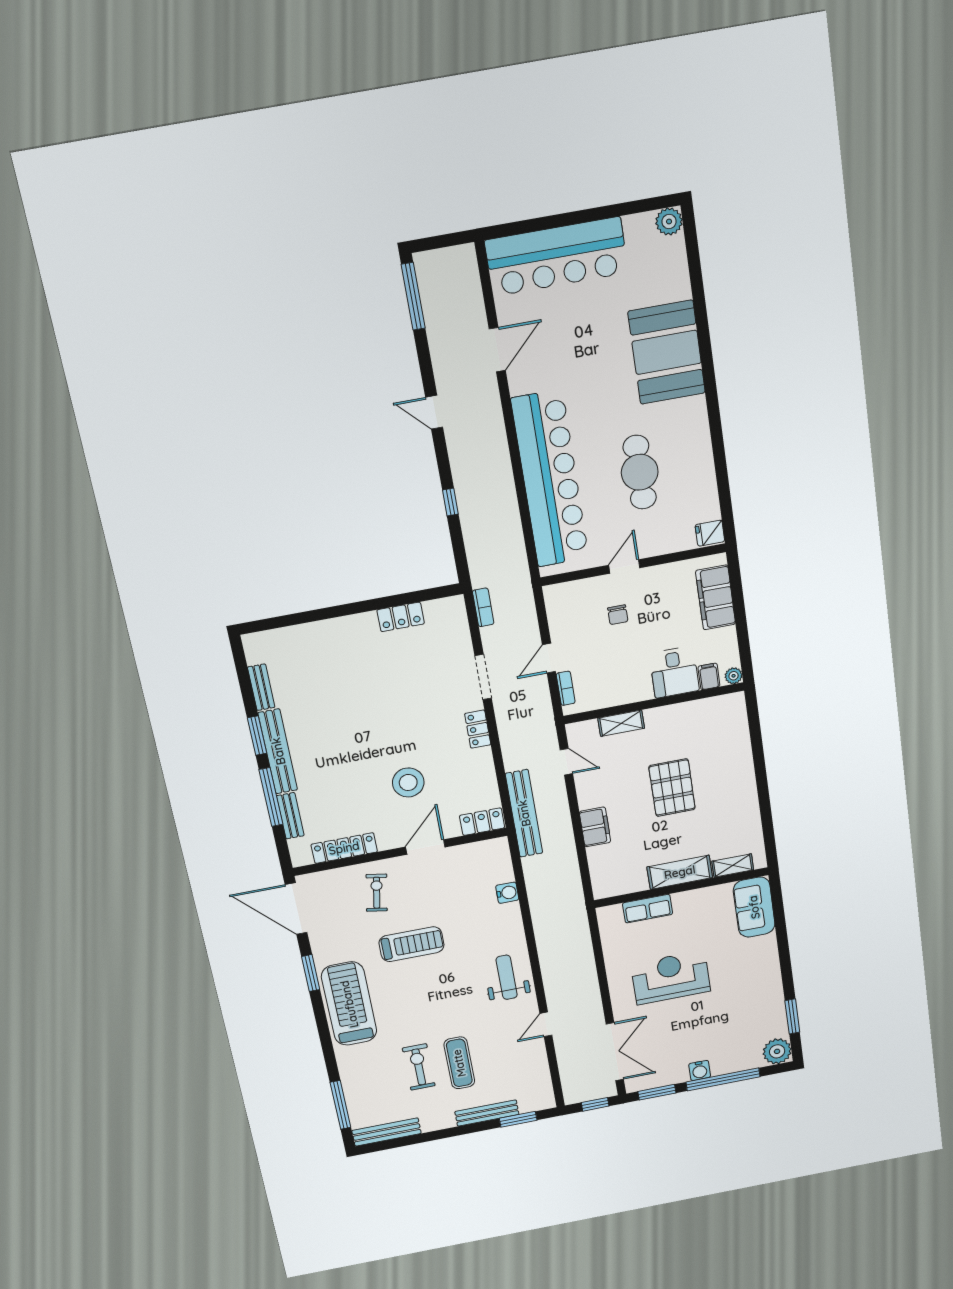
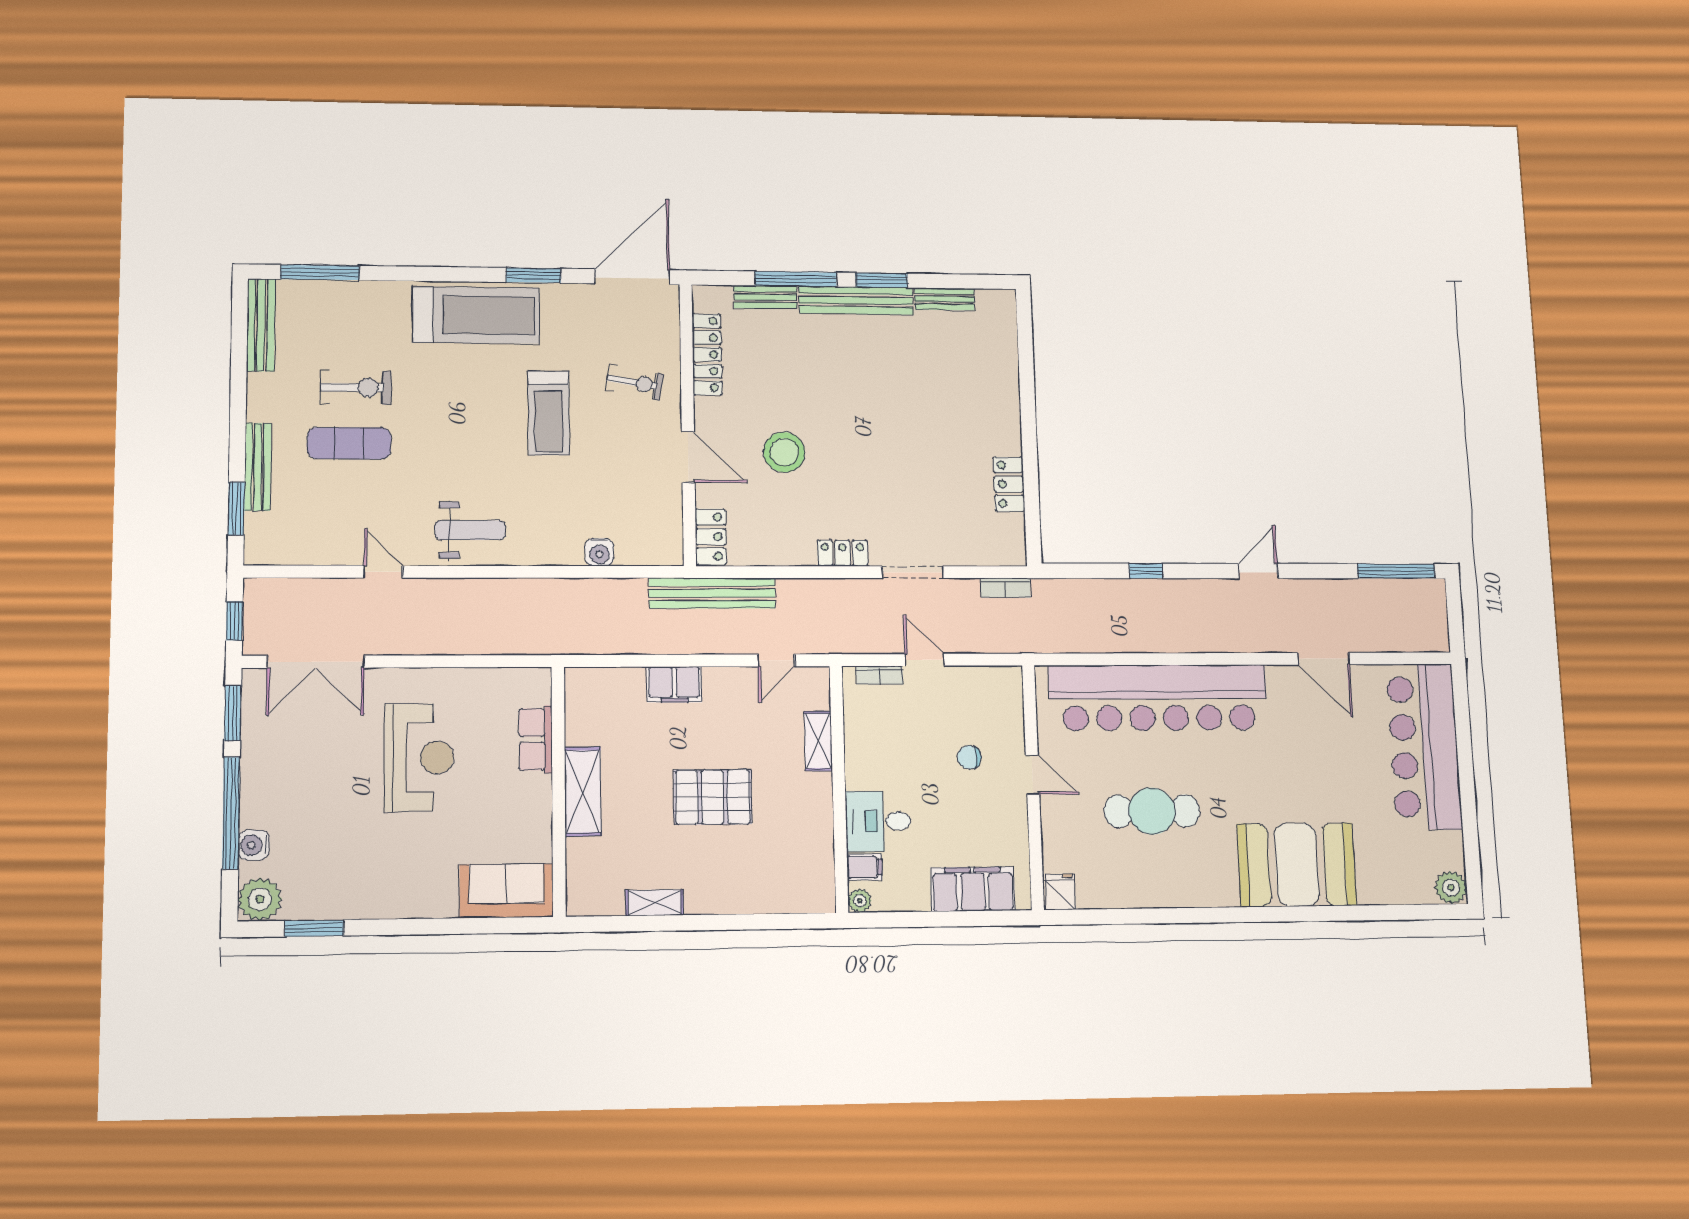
shelving: (733, 865) -> (654, 903), moved, turned 90
water cooler: (700, 1070) -> (254, 845), moved

